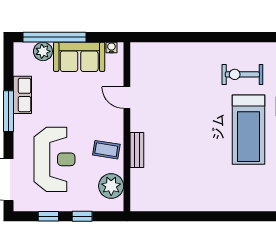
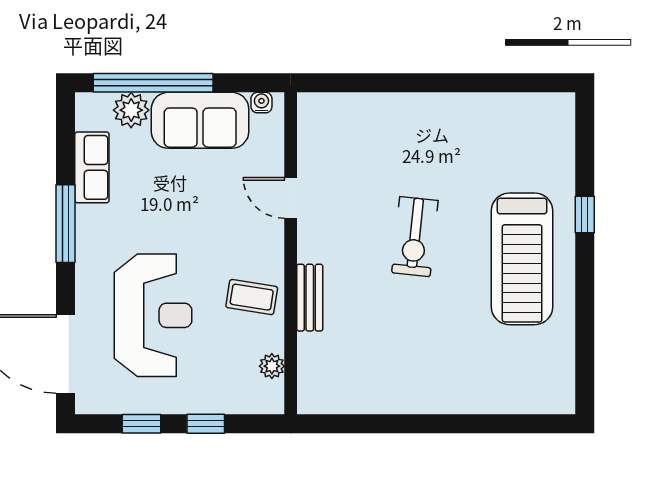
exercise bike: (242, 74) -> (415, 237), moved, turned -84
row of seats: (22, 95) -> (92, 167), moved
plant: (111, 186) -> (272, 366), width x0.53, depth x0.53

